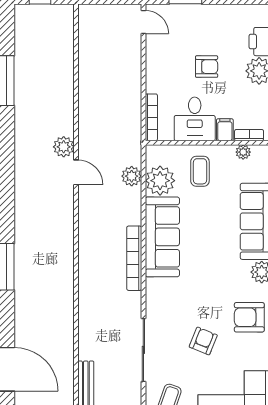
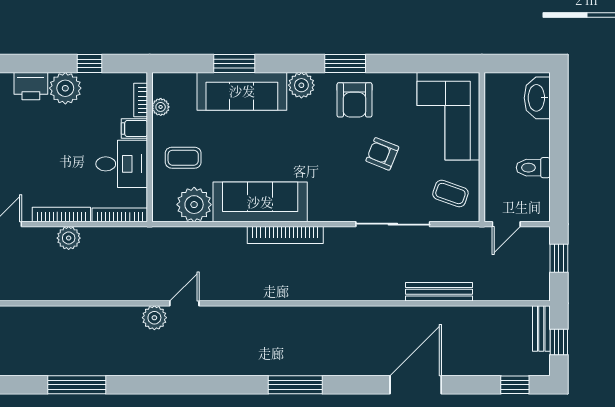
armchair: (207, 67) -> (60, 150), removed
bookcase: (152, 68) -> (61, 214), added
plant: (132, 176) -> (69, 238), moved

